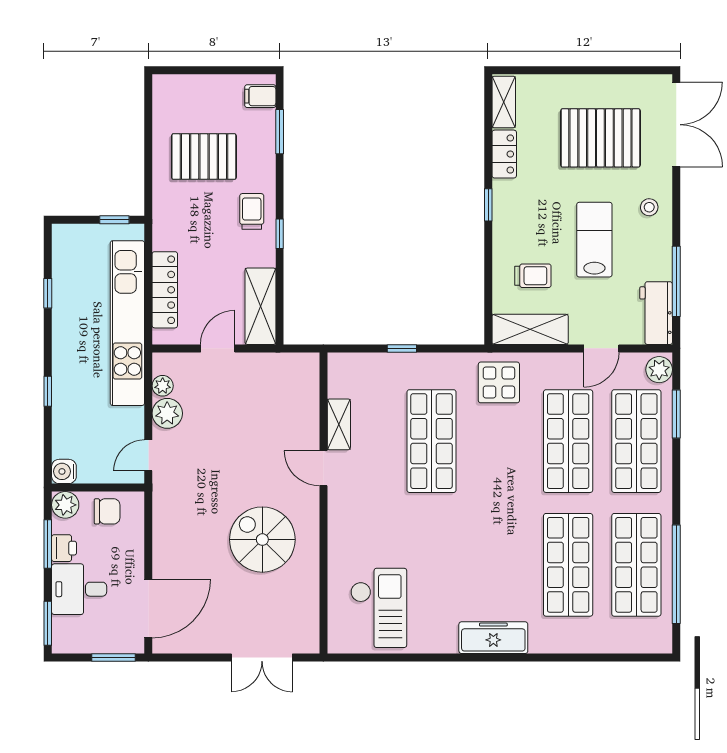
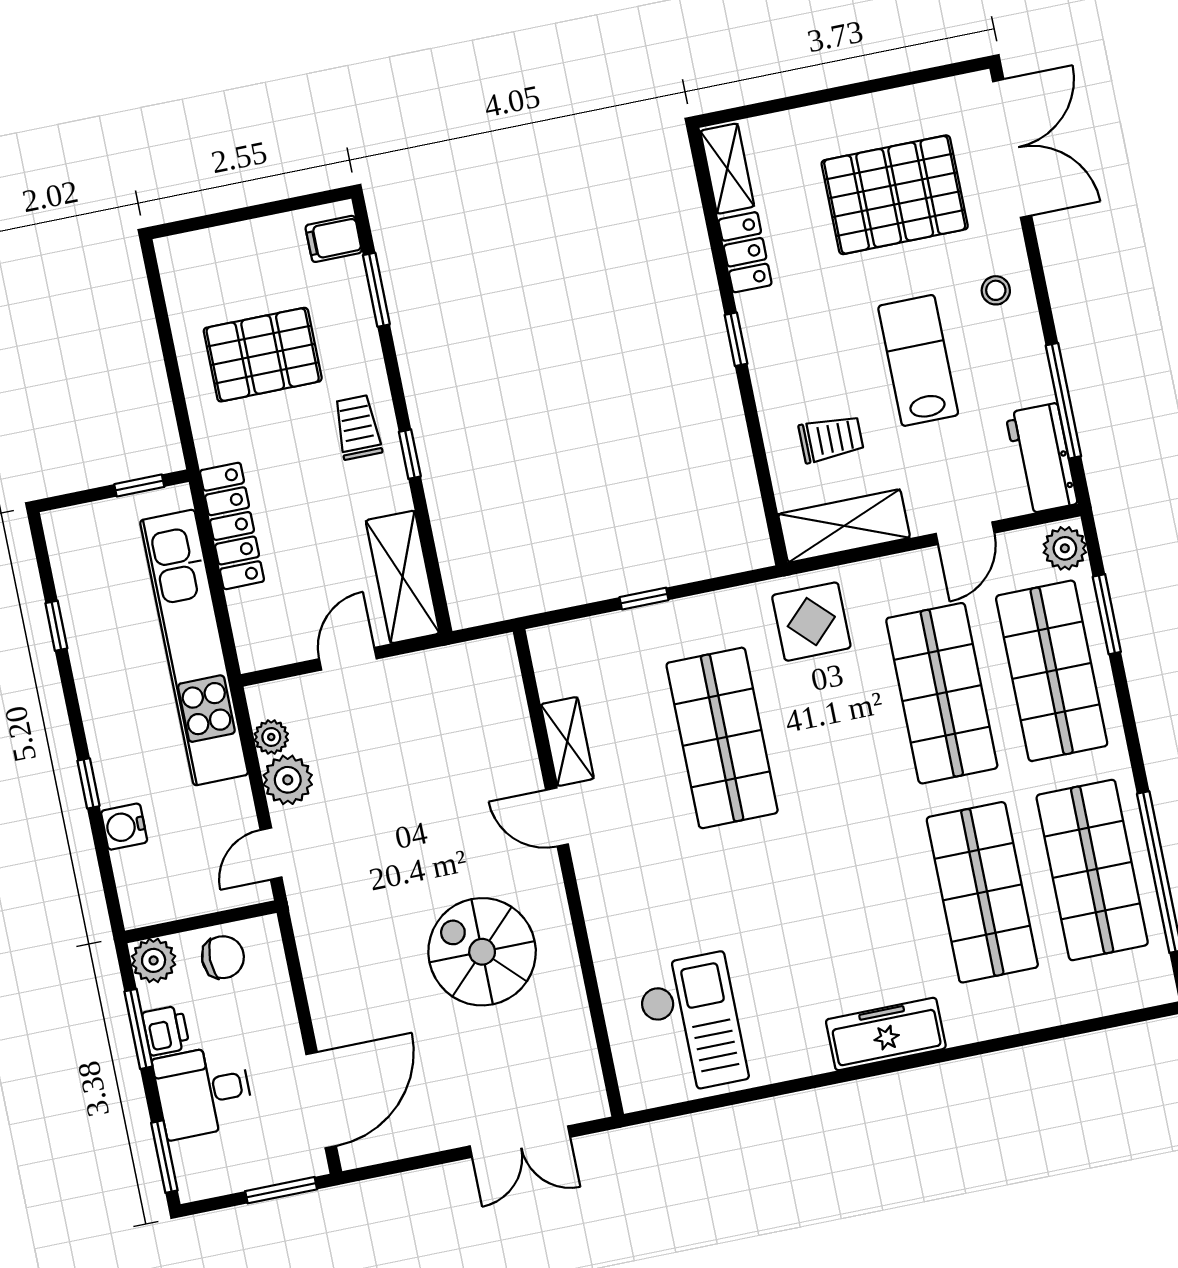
locker: (165, 290) -> (232, 526), moved
water cooler: (64, 471) -> (124, 827), moved

